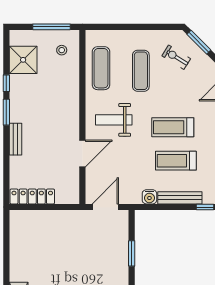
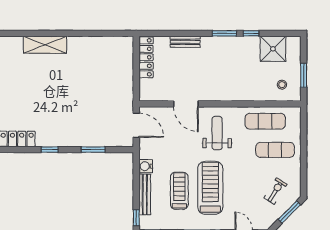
window: (52, 27) -> (304, 75), width x0.69
exercise mat: (141, 71) -> (275, 150), moved
treadmill: (173, 127) -> (210, 188), width x1.37, depth x1.38
bench: (16, 139) -> (185, 42), moved

